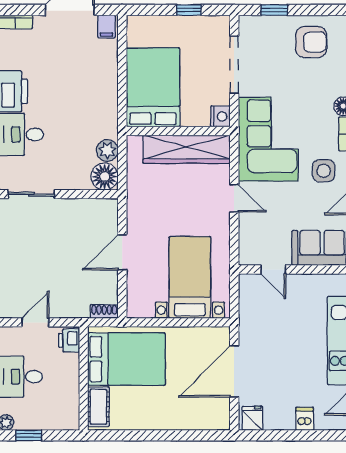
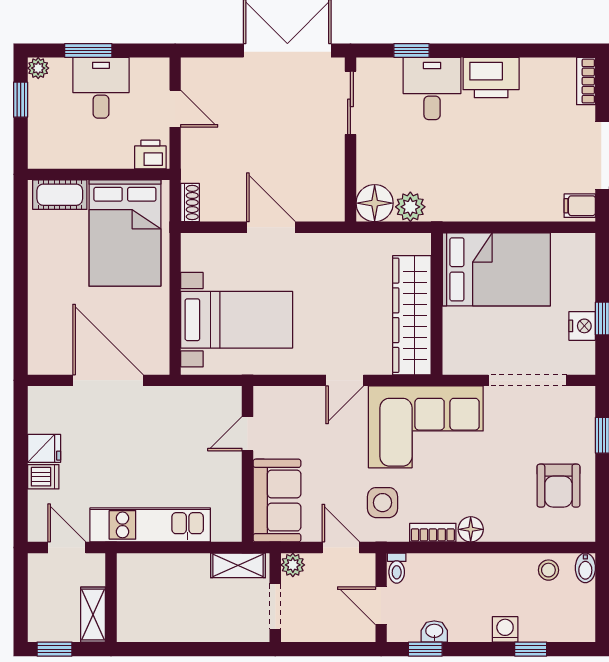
nightstand: (220, 116) -> (582, 326), moved, turned -90
fridge: (252, 418) -> (44, 448), moved

